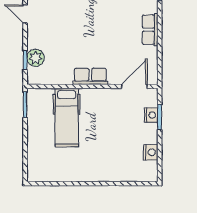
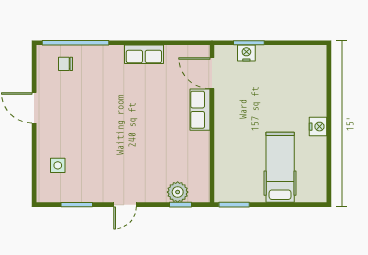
row of seats: (90, 76) -> (200, 110), moved
hospital bed: (67, 118) -> (280, 167), moved, turned -90
nightstand: (151, 152) -> (318, 127), moved, turned 90

